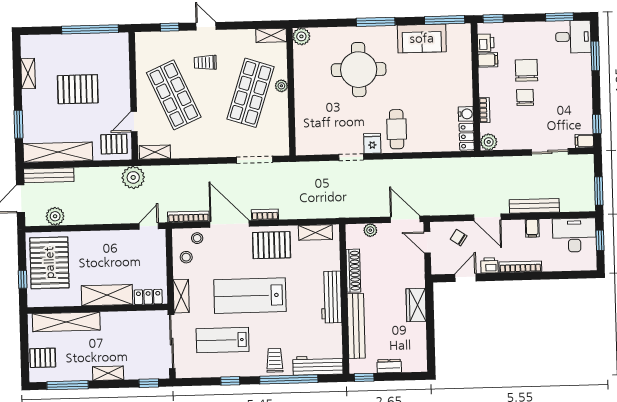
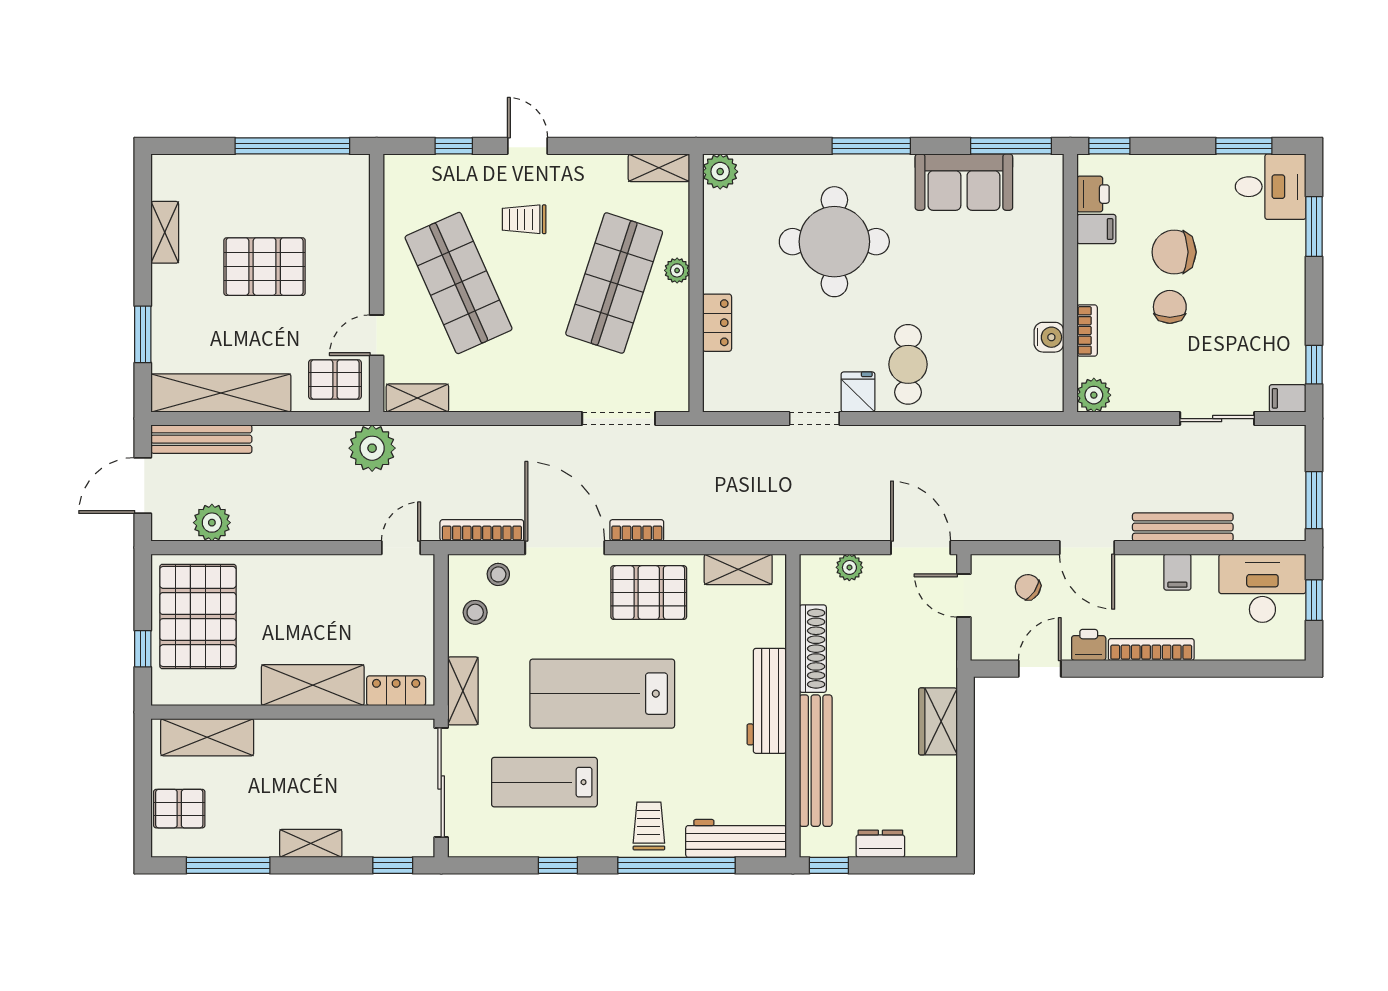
chair: (526, 70) -> (1174, 252), turned -90
locker: (467, 137) -> (717, 323), moved, turned 180
shelving: (66, 322) -> (207, 737), width x0.68

